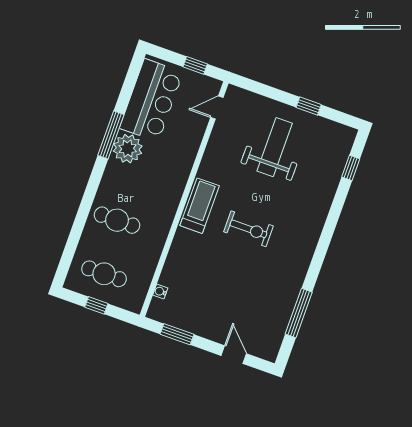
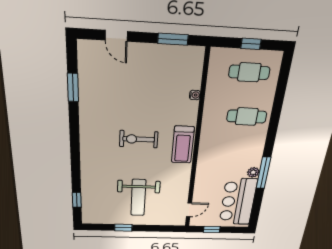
plant: (128, 149) -> (253, 172), width x0.53, depth x0.53
water cooler: (160, 291) -> (195, 95), moved
window: (299, 313) -> (73, 87), width x0.69

